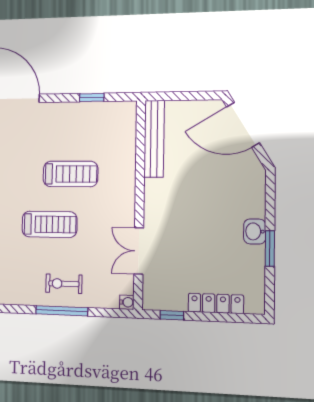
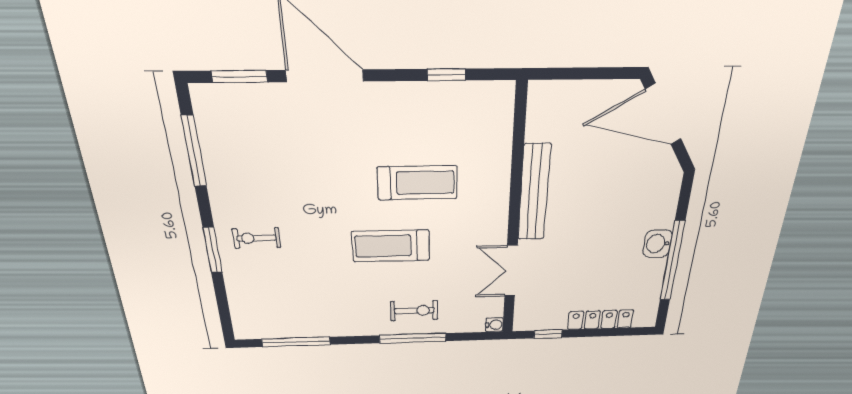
bench: (154, 139) -> (534, 193), moved
treadmill: (49, 224) -> (391, 246), turned 180
window: (270, 248) -> (672, 261), width x2.11
exercise bike: (64, 284) -> (414, 311), turned 180

